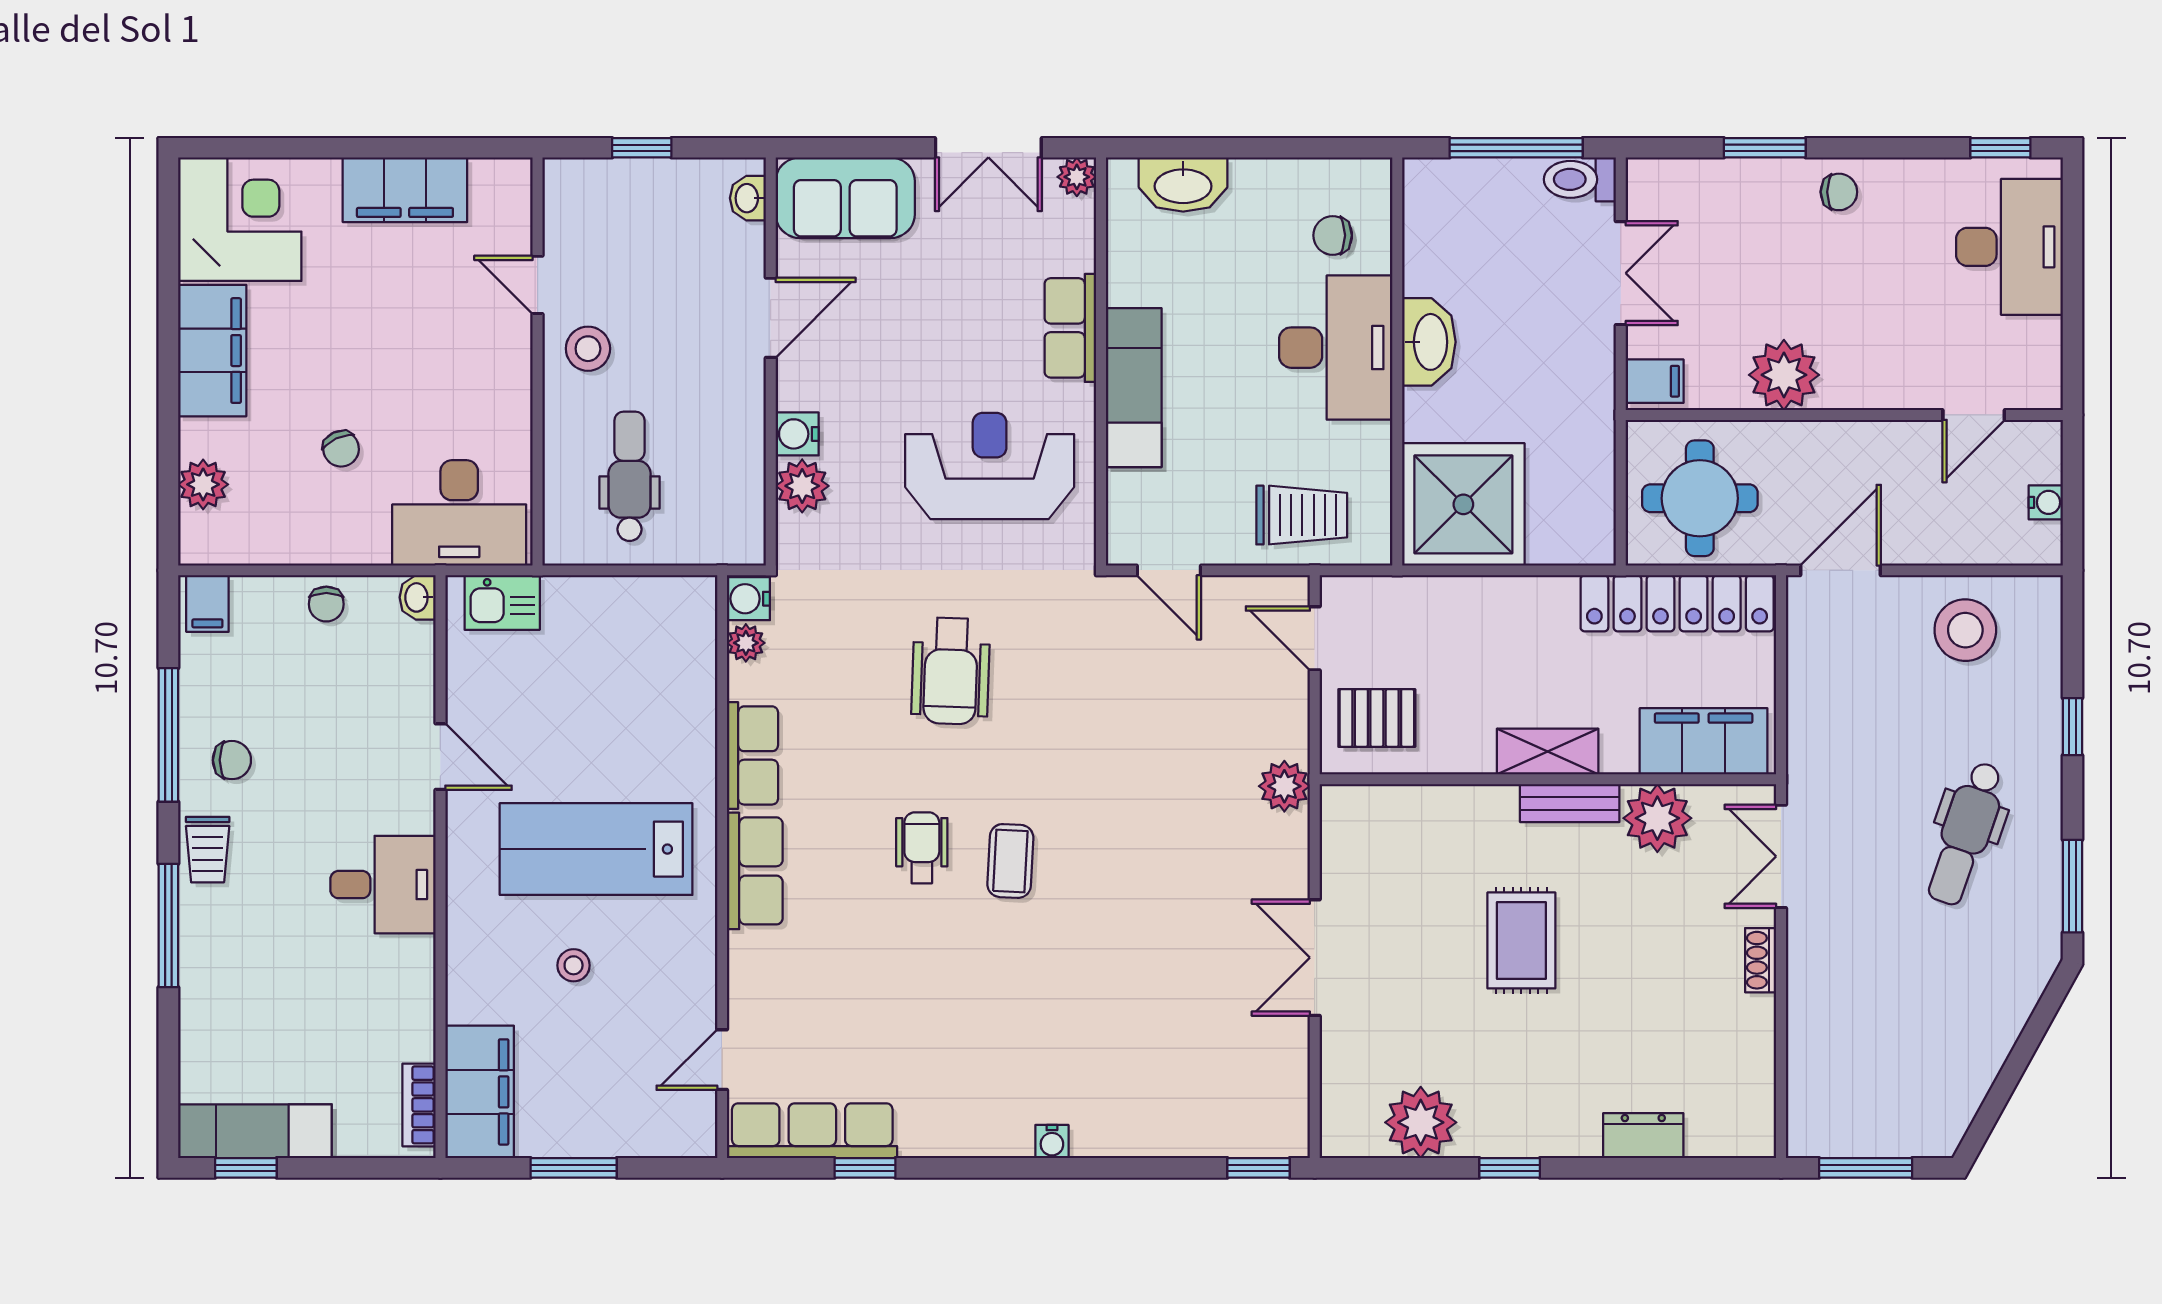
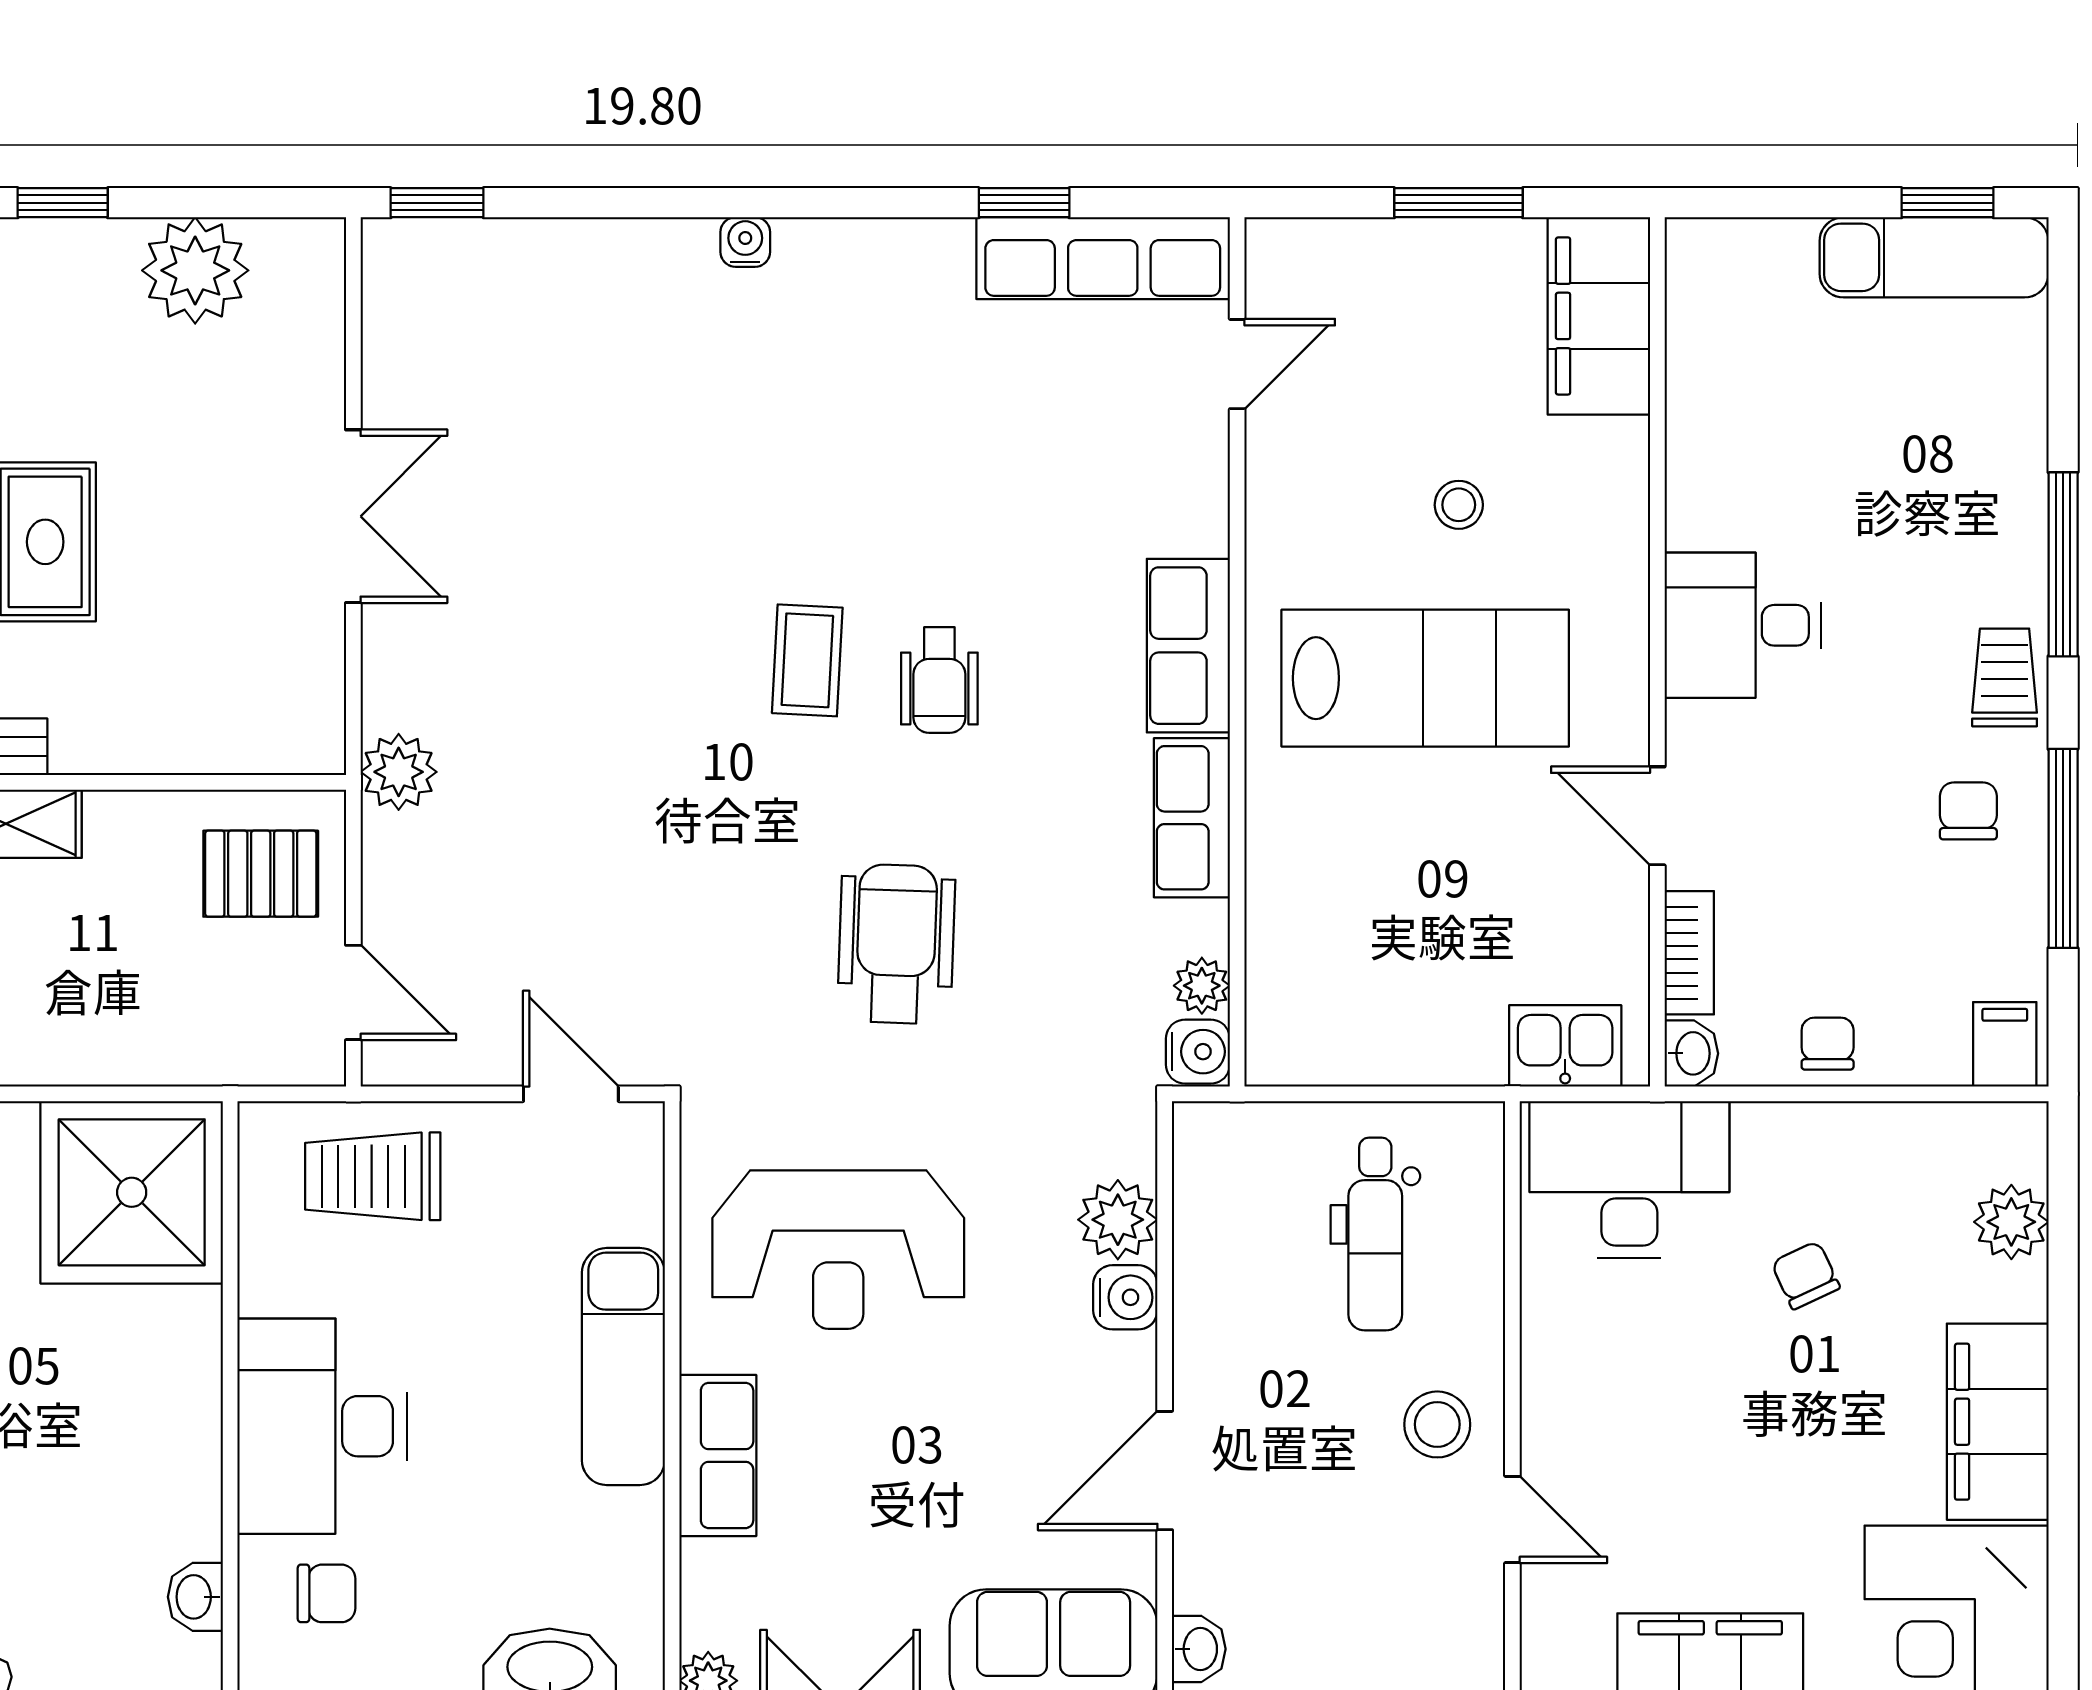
washbasin: (1429, 342) -> (195, 1597), moved, width x0.52, depth x0.69
chair: (232, 760) -> (1968, 811), turned 90
bookcase: (419, 1105) -> (1689, 953), moved

